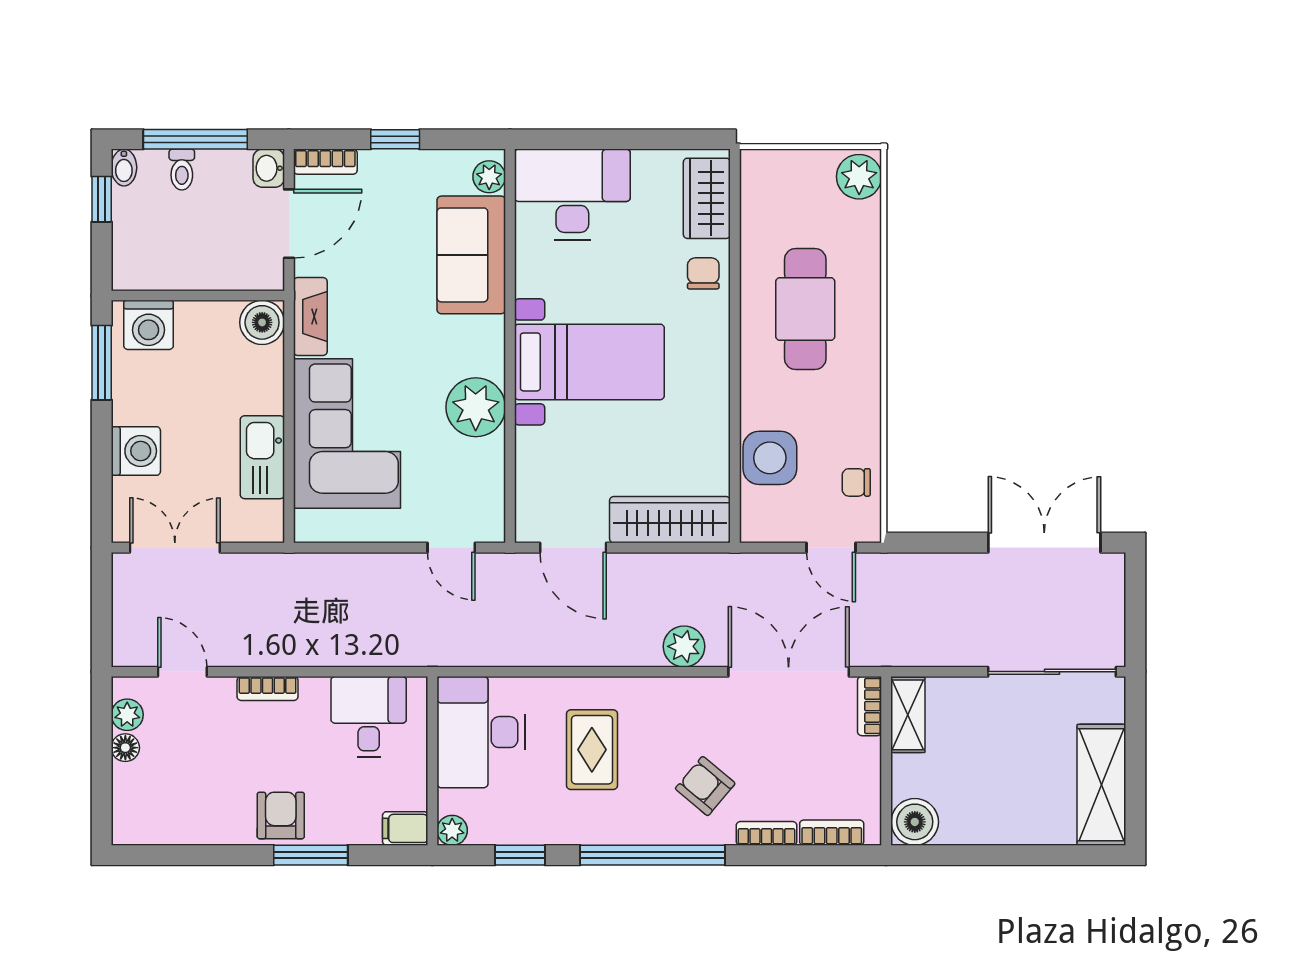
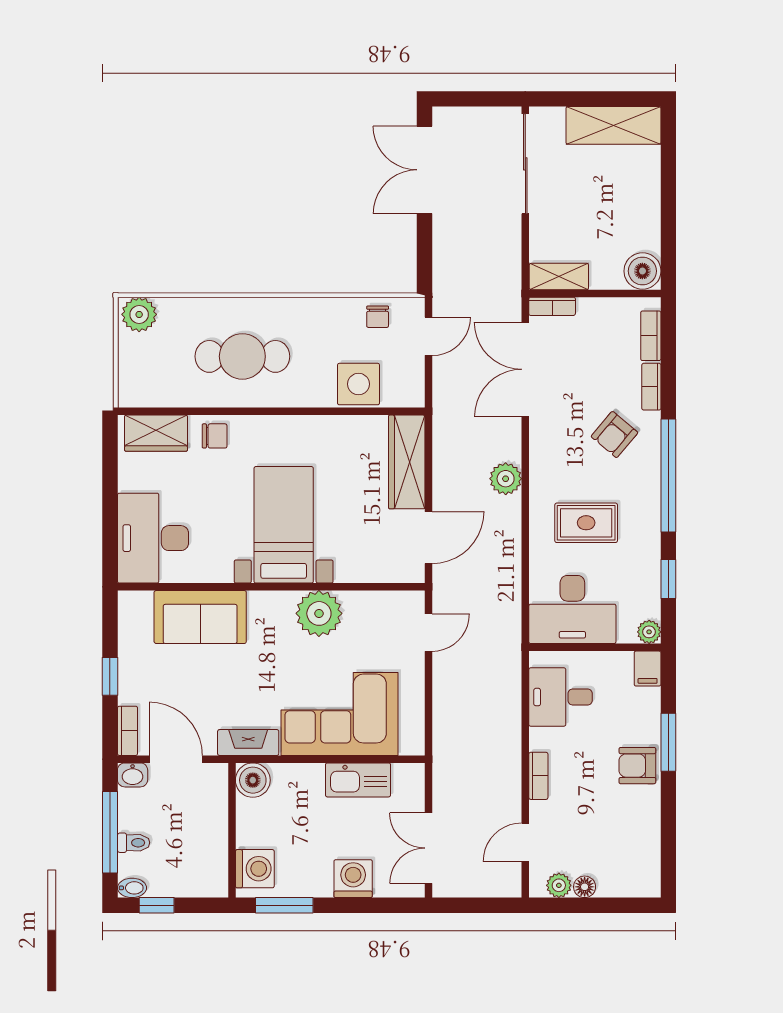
plant: (489, 177) -> (139, 603), removed
chair: (703, 273) -> (215, 436), turned 180
plant: (684, 646) -> (506, 479), moved

